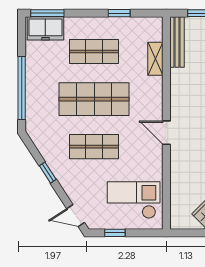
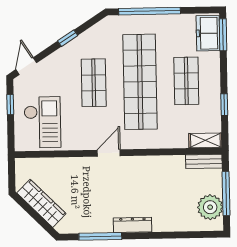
bench: (177, 42) -> (204, 161), width x0.73
shelving: (155, 59) -> (205, 140), moved
shop shelf: (94, 99) -> (140, 82), width x1.40

